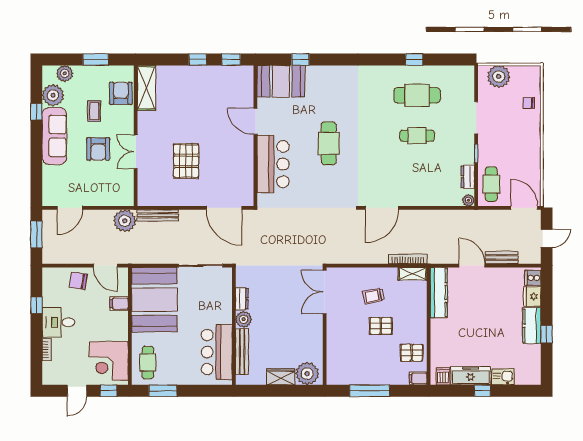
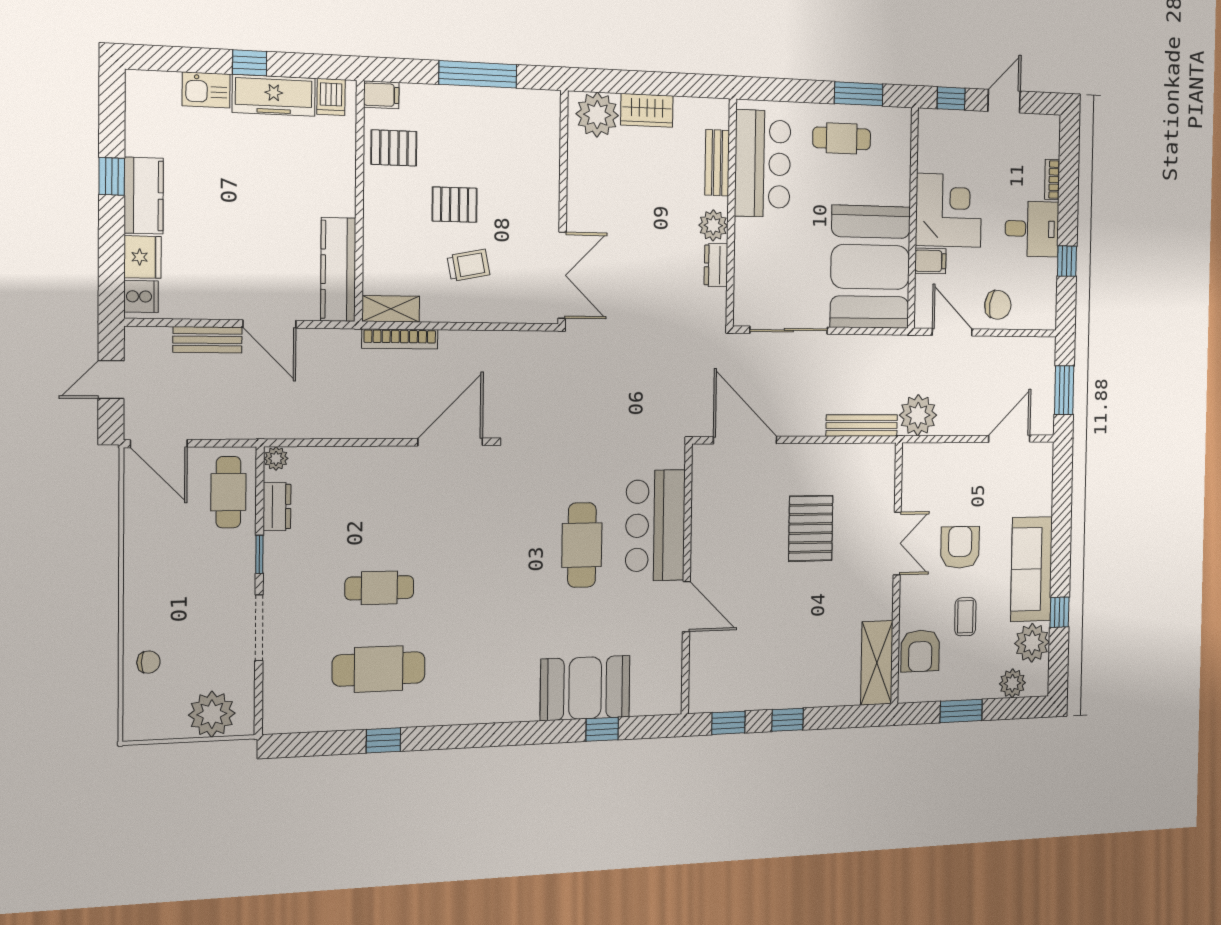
booth: (281, 81) -> (585, 688), moved
cafe table: (329, 143) -> (582, 545), moved
bench: (242, 352) -> (717, 163), width x0.73
corner desk: (109, 361) -> (949, 210), moved
cafe table: (148, 363) -> (842, 138), moved, turned 90

